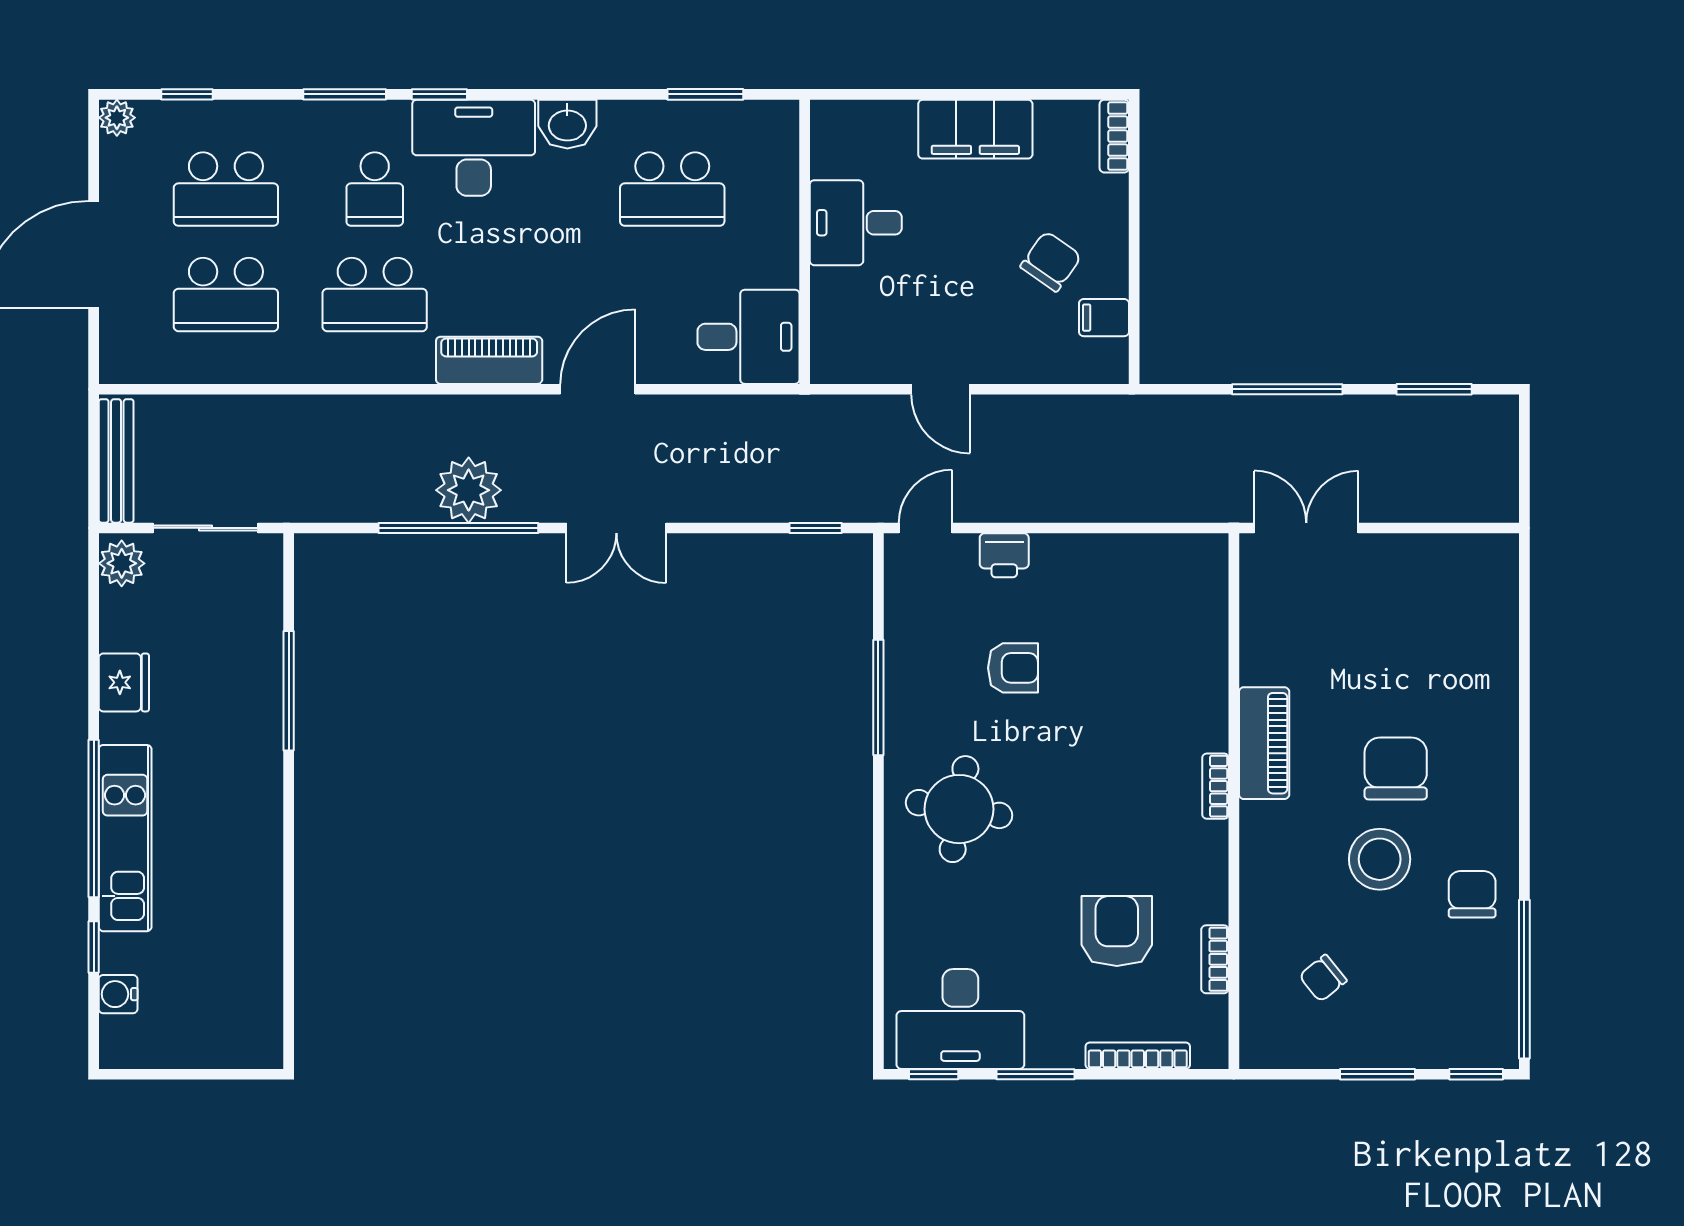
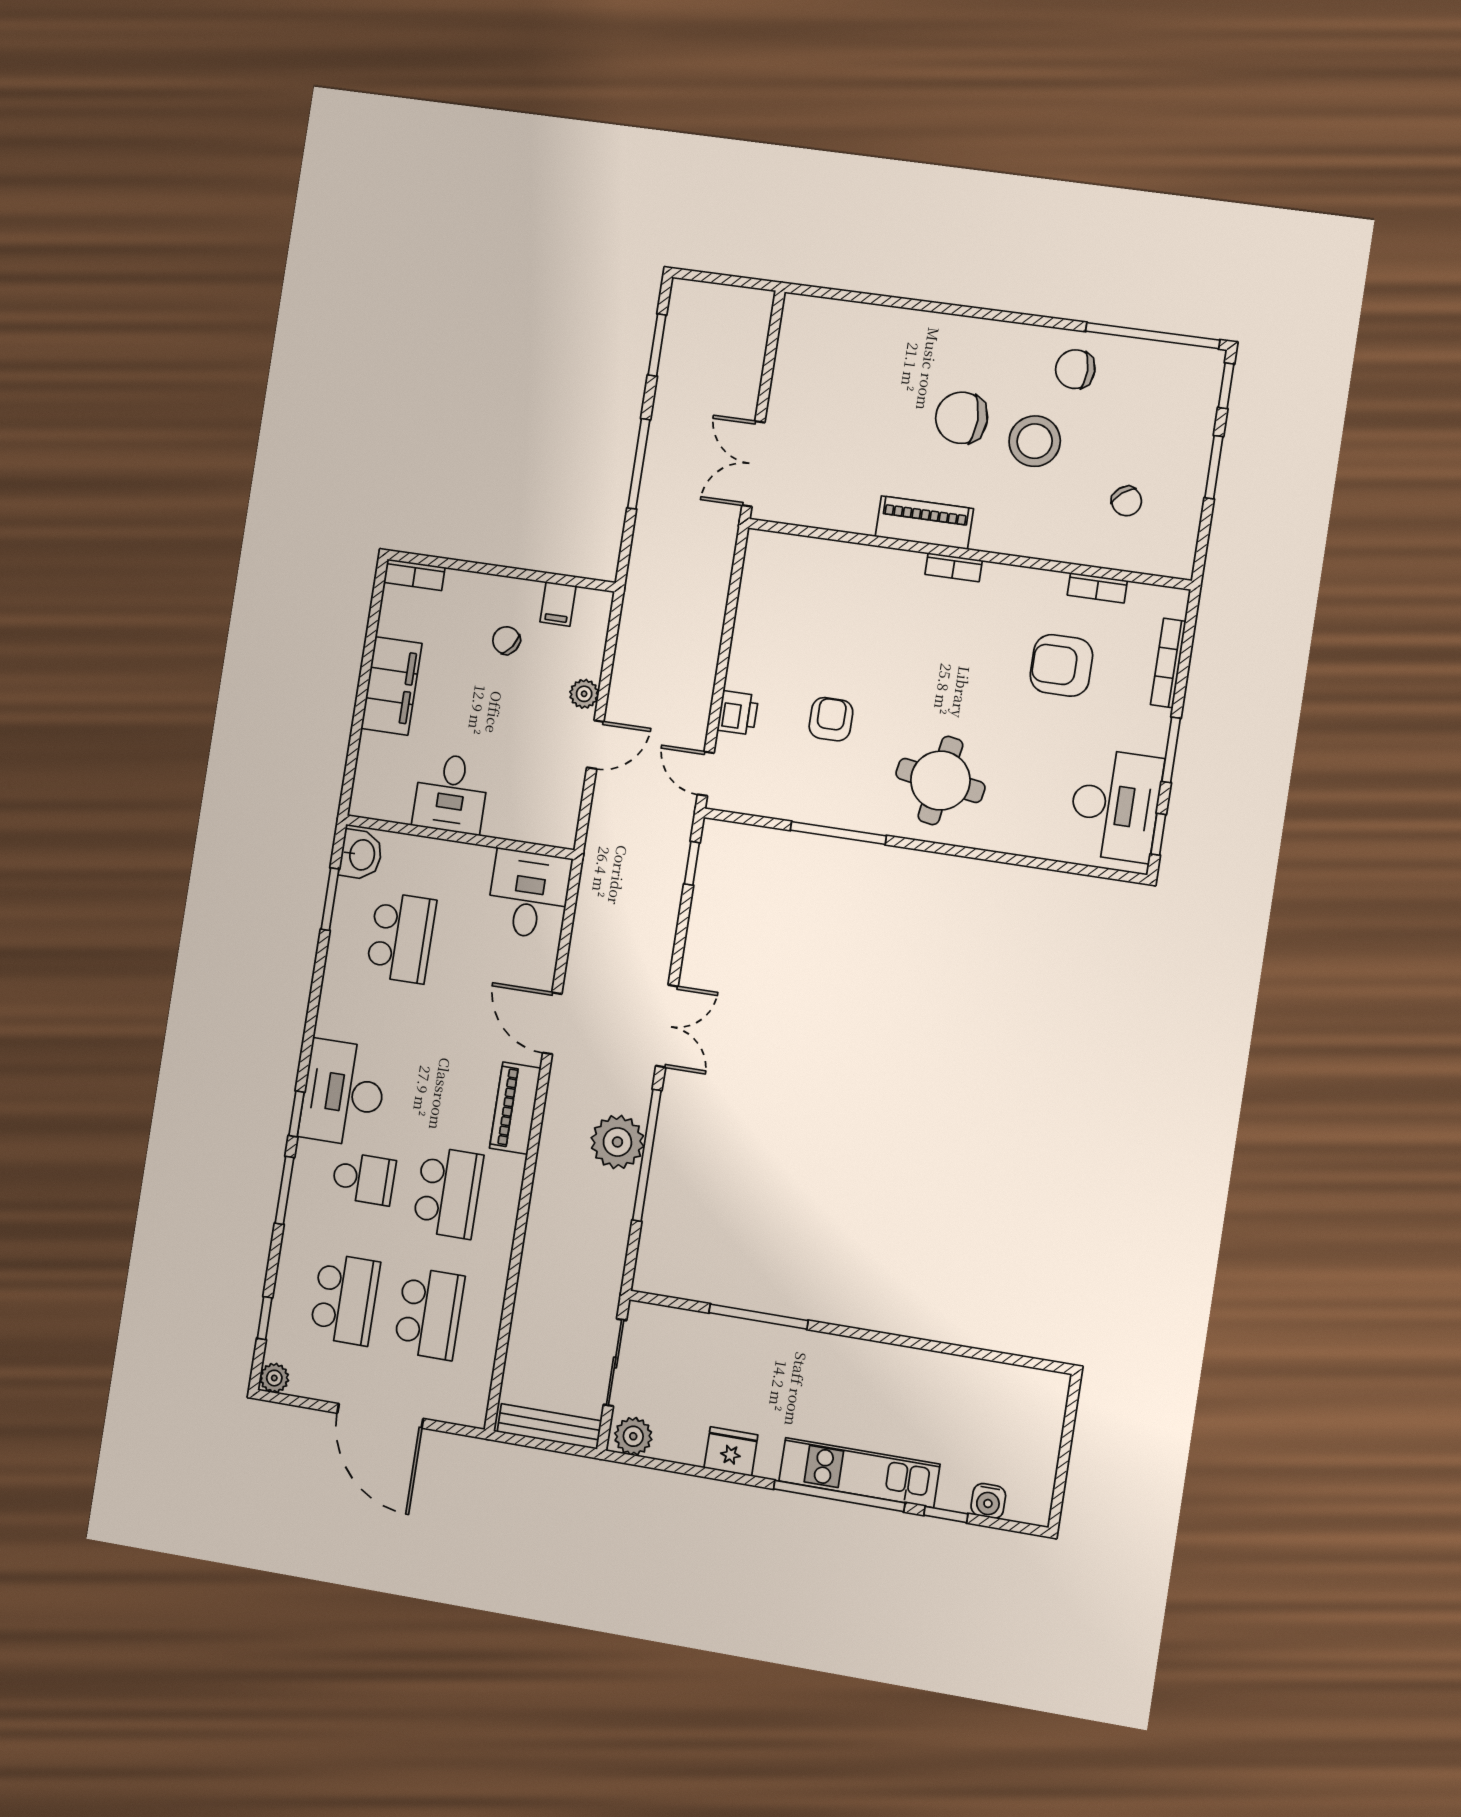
washbasin: (567, 124) -> (361, 855), moved
chair: (1051, 261) -> (506, 640), width x0.73, depth x0.73
plant: (1000, 366) -> (584, 694), added

